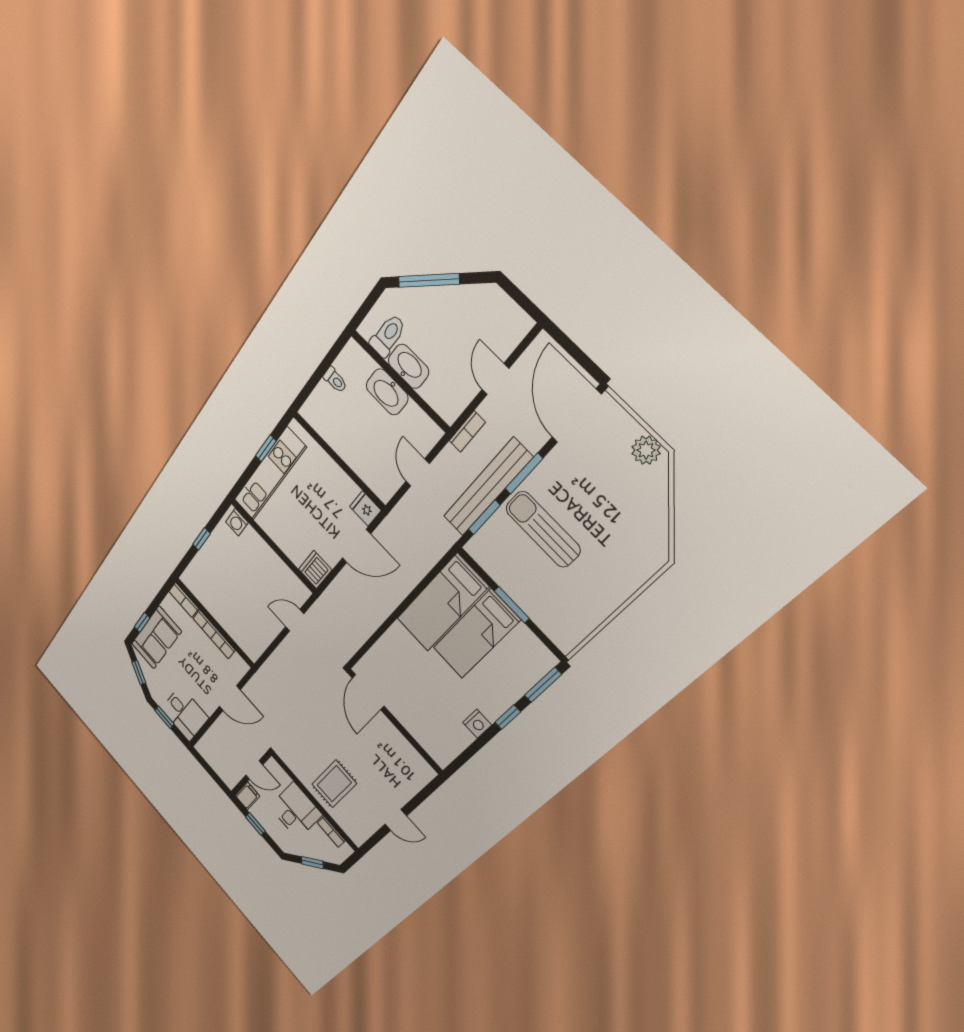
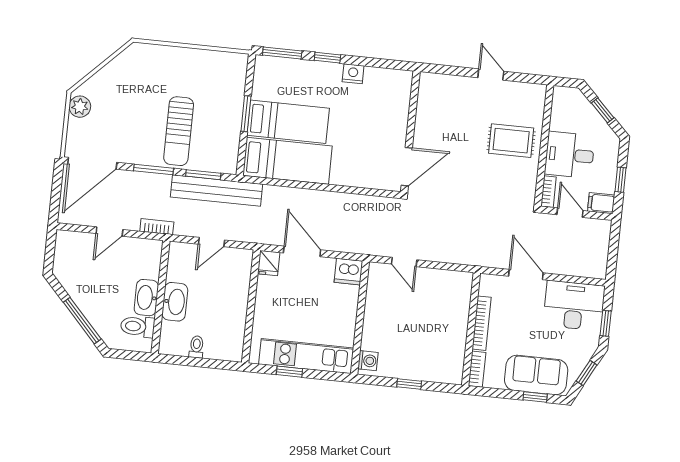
bench: (488, 487) -> (216, 190), moved
desk: (185, 713) -> (574, 306), width x1.37
bookcase: (331, 832) -> (549, 192), moved

